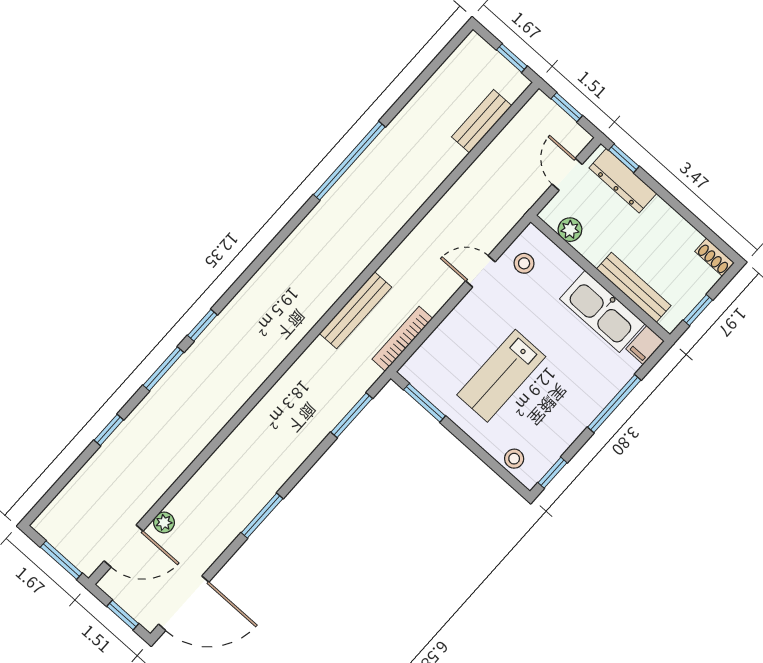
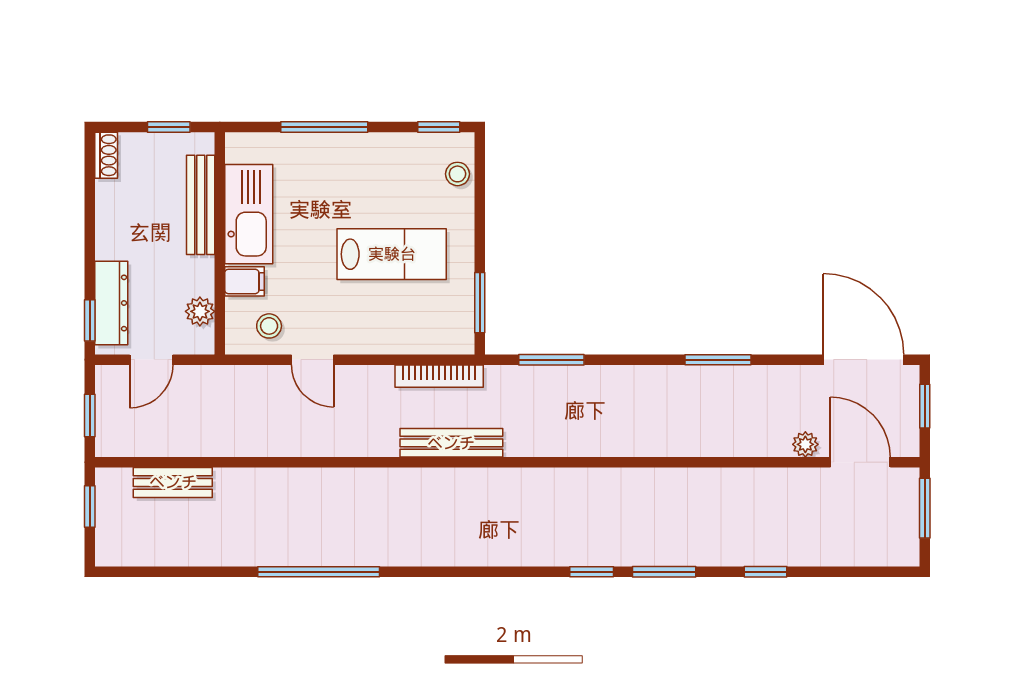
filing cabinet: (645, 345) -> (245, 281), moved

